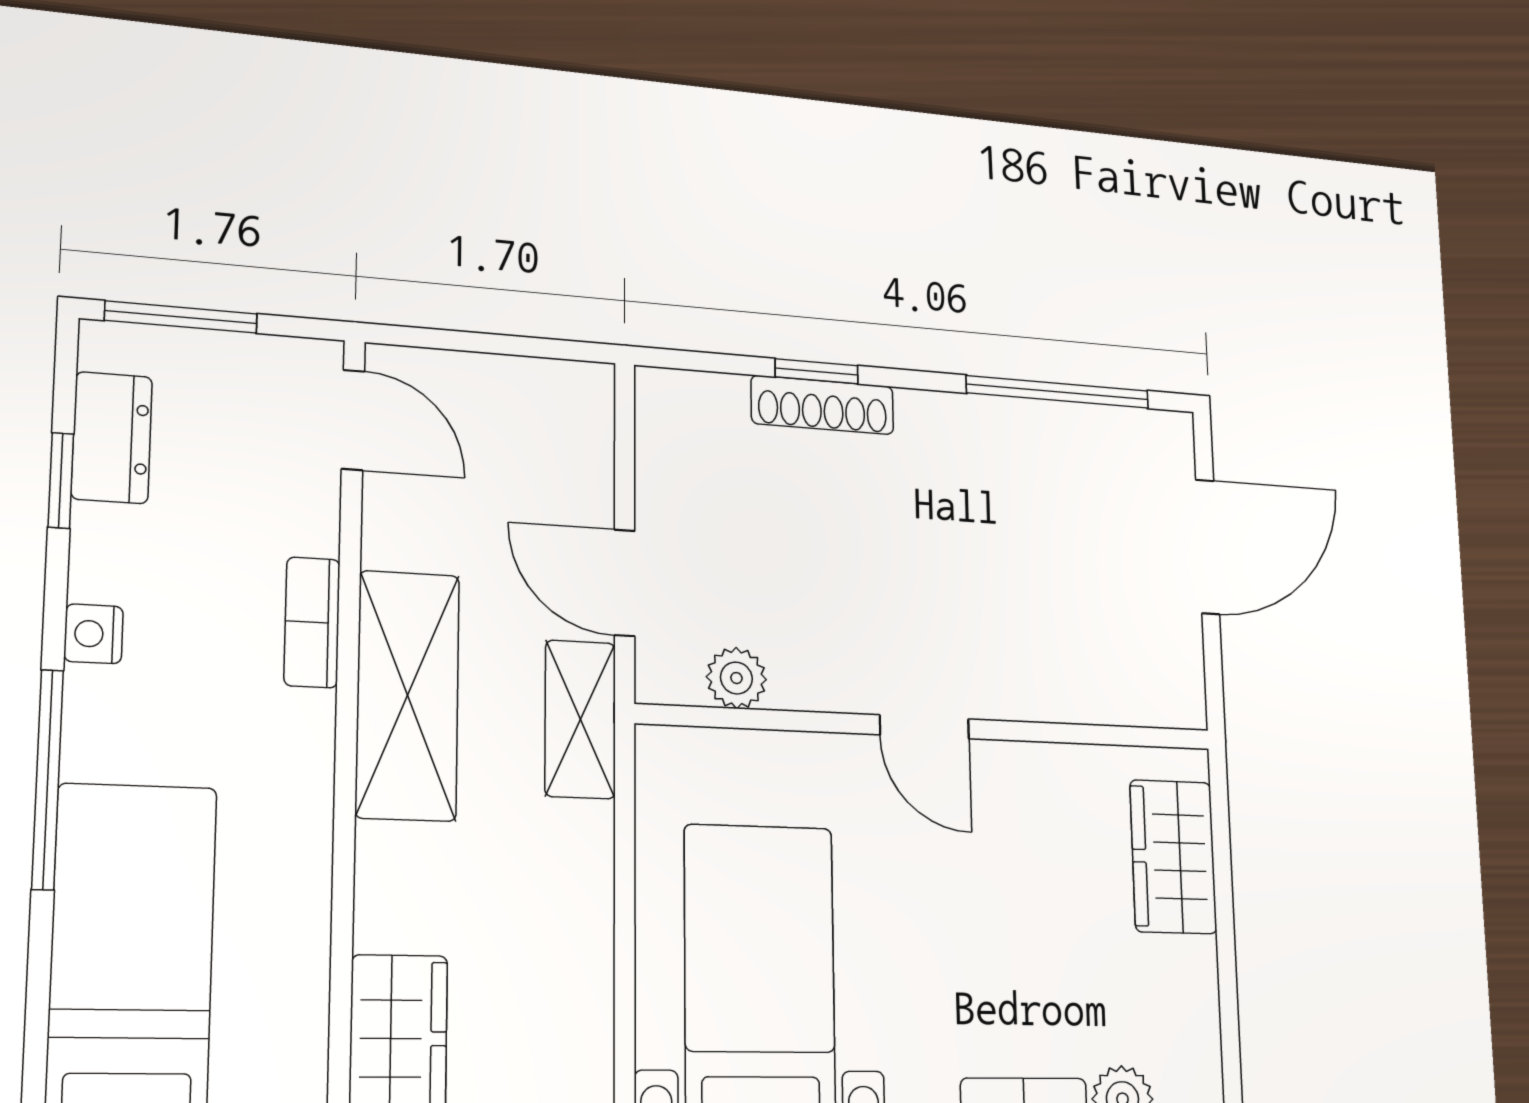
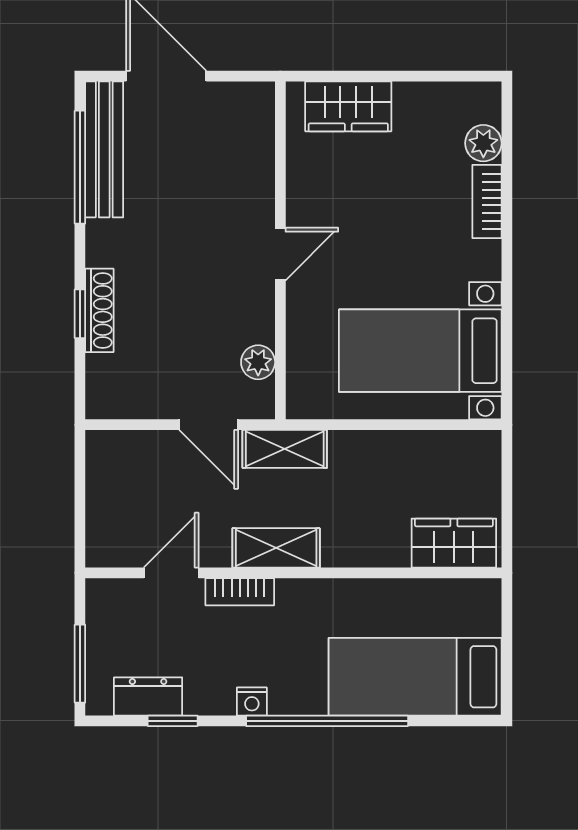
door: (353, 420) -> (171, 573), moved
bench: (1088, 435) -> (104, 149), added
door: (625, 583) -> (209, 425), hinge flipped
shelving: (408, 695) -> (276, 548), width x0.67, depth x0.75
window: (48, 779) -> (327, 721), width x1.46

